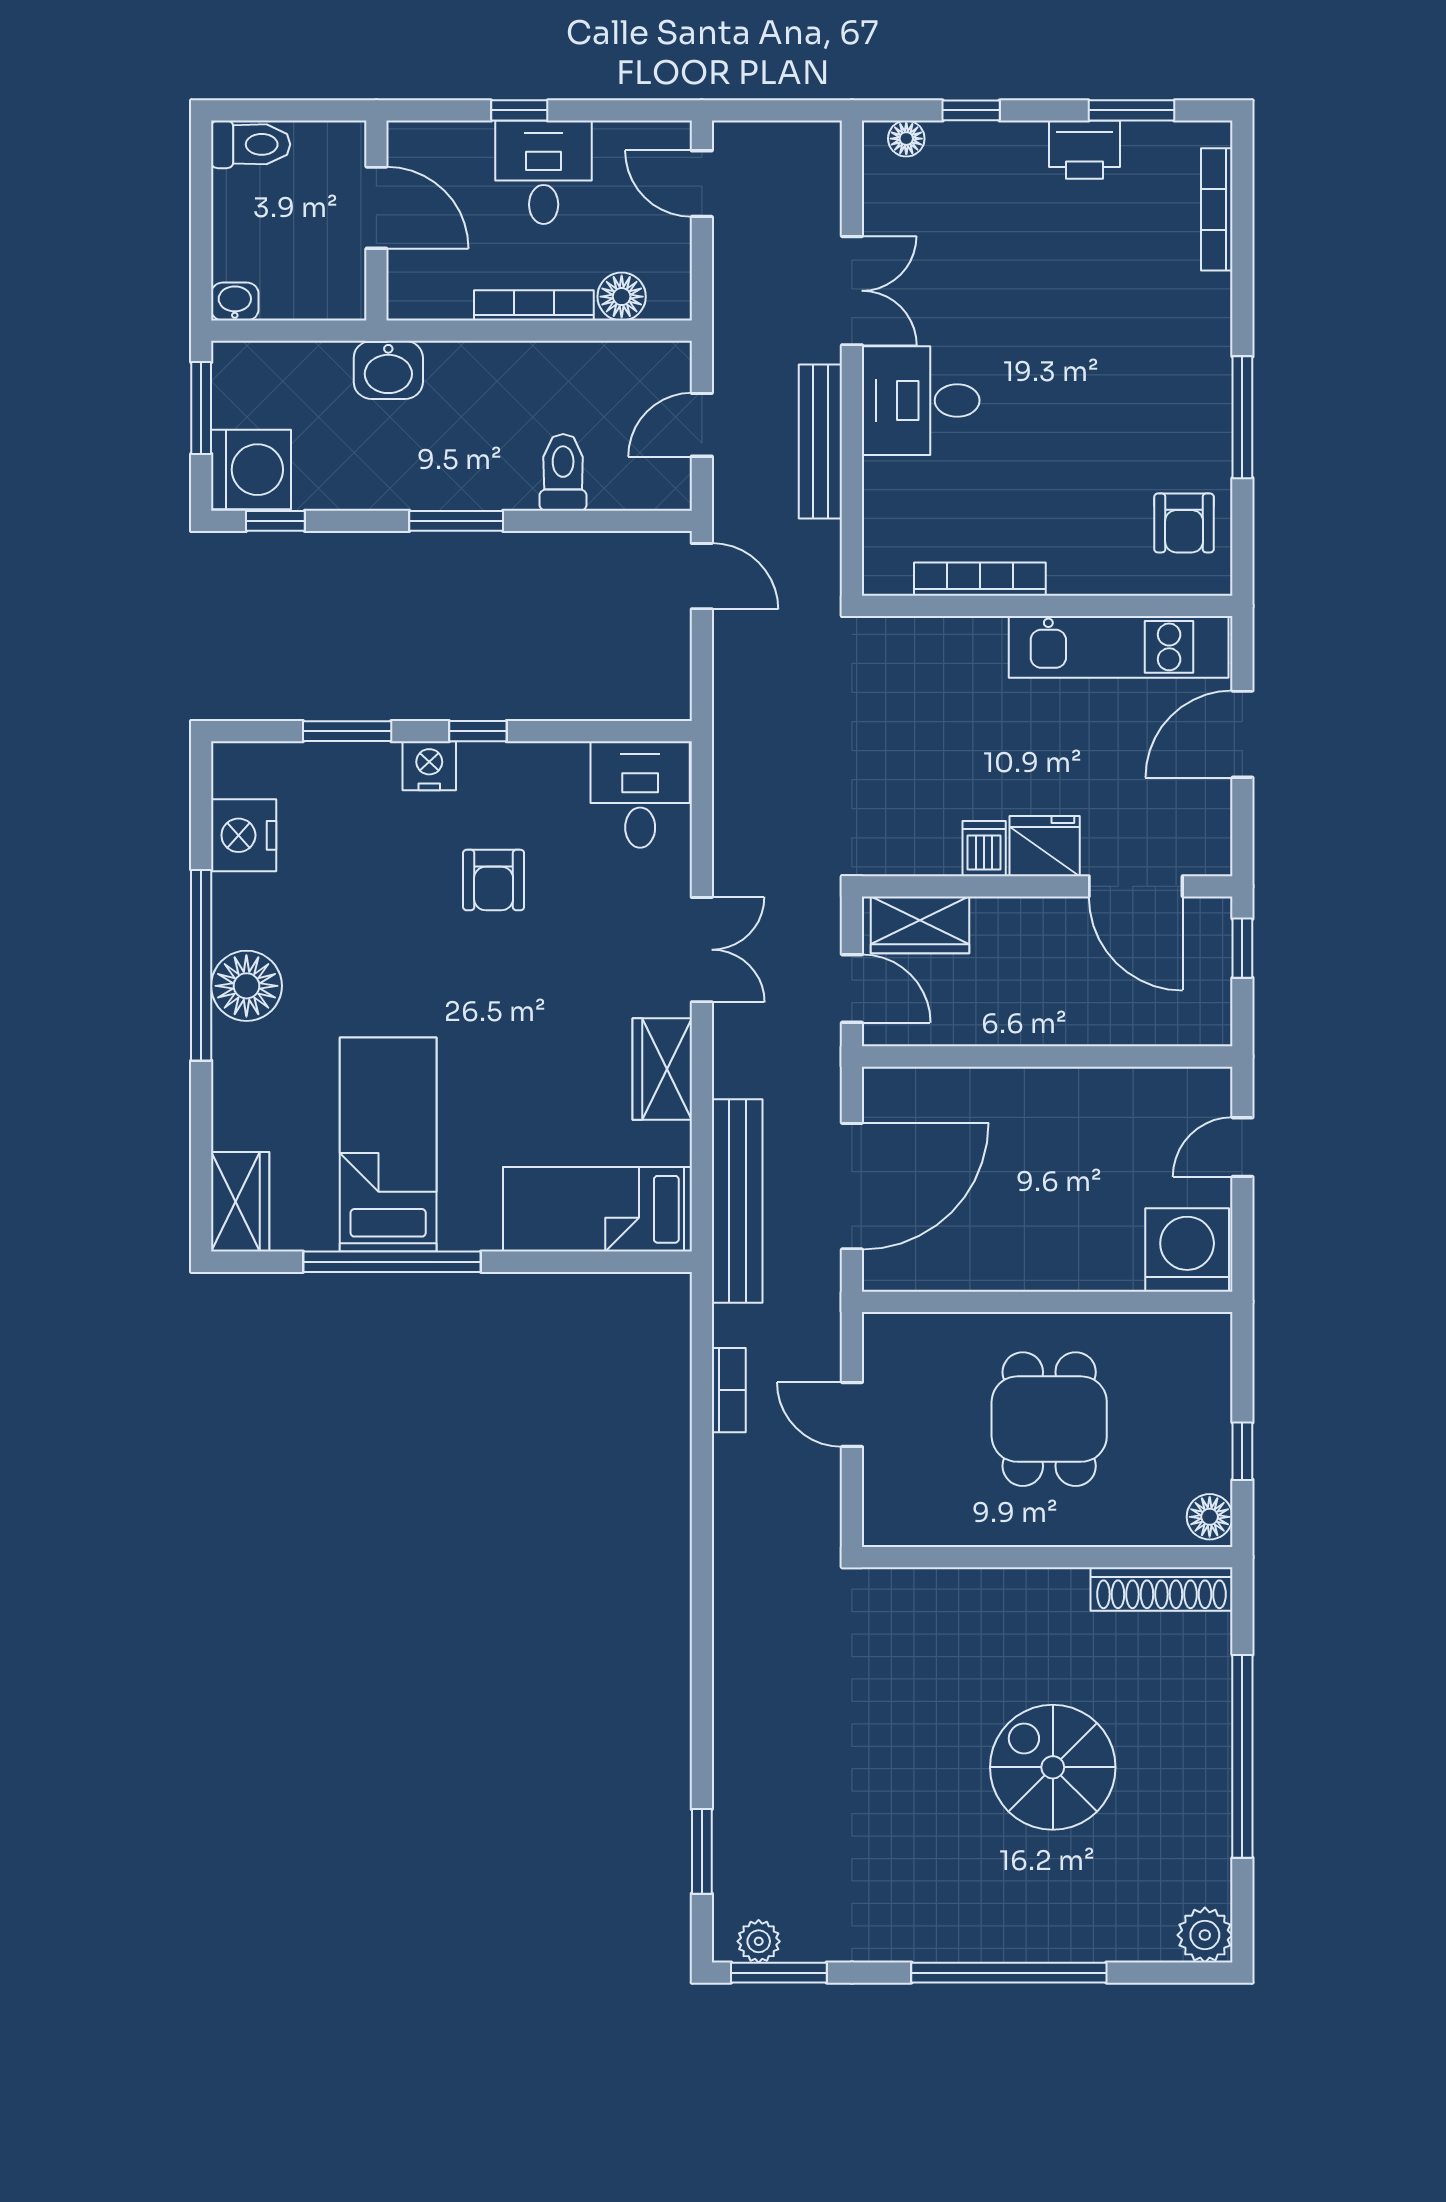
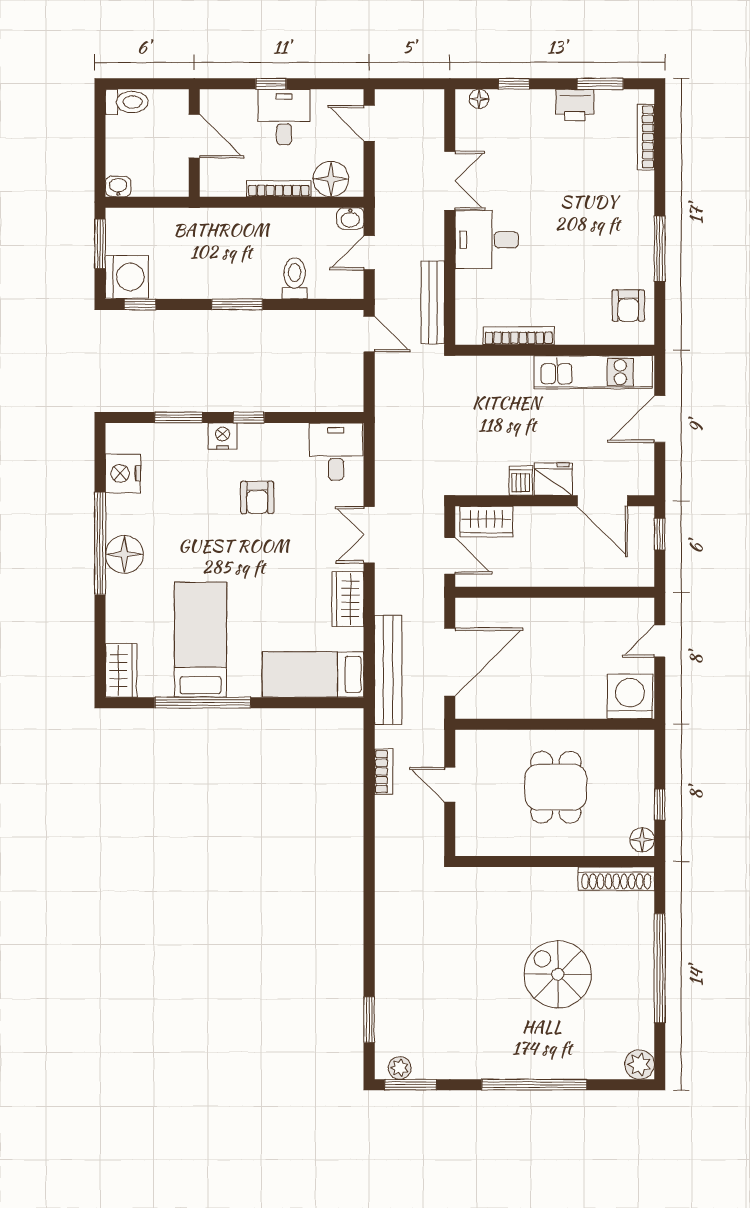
floor lamp: (622, 297) -> (331, 179), width x1.38, depth x1.38
washbasin: (388, 370) -> (350, 218), moved, width x0.72, depth x0.69
bench: (820, 441) -> (433, 302), moved
double door: (702, 950) -> (369, 535), swing flipped

